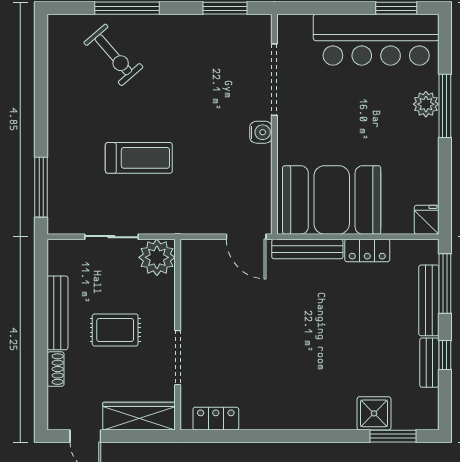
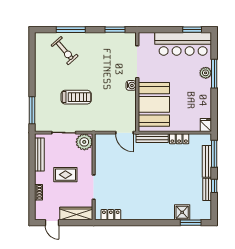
booth: (332, 200) -> (154, 104), moved, turned 90
bench: (57, 313) -> (39, 155), moved

